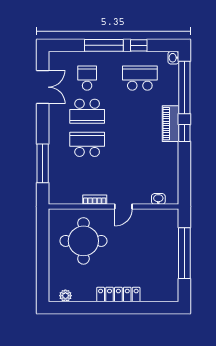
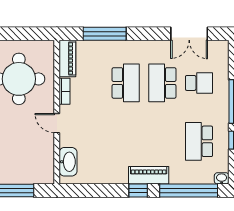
school desk: (140, 78) -> (199, 141), turned 180
piano: (65, 197) -> (67, 59), added
washbasin: (158, 199) -> (68, 162), width x1.91, depth x1.45

